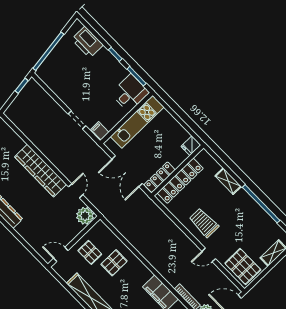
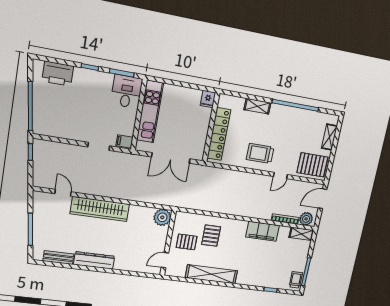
locker: (160, 177) -> (200, 143), removed
door: (76, 191) -> (63, 193), moved

